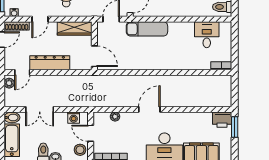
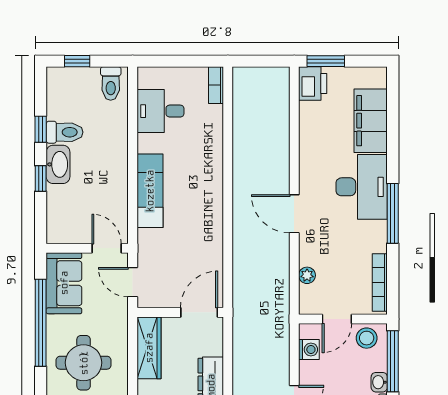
exam couch: (147, 29) -> (150, 191), moved

